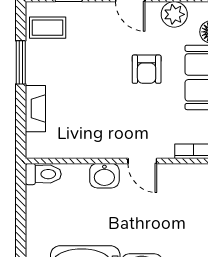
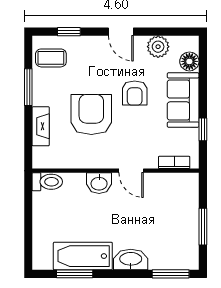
armchair: (95, 94) -> (91, 114), added

